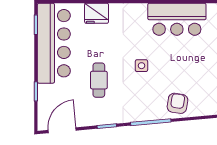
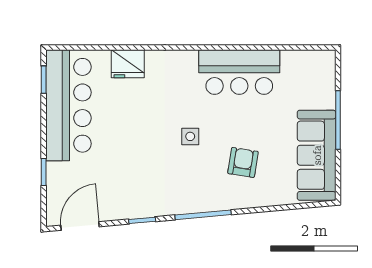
cafe table: (99, 80) -> (131, 156), removed
armchair: (177, 103) -> (243, 162), moved

